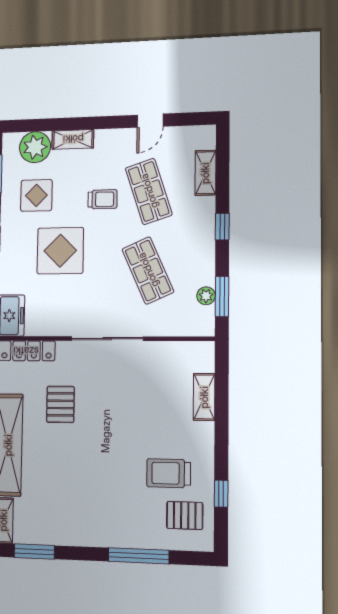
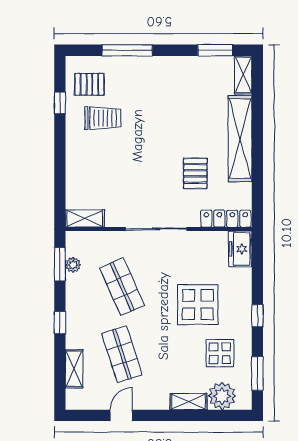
trolley: (103, 199) -> (162, 348), removed
shelving: (204, 397) -> (85, 219), moved, turned 90

